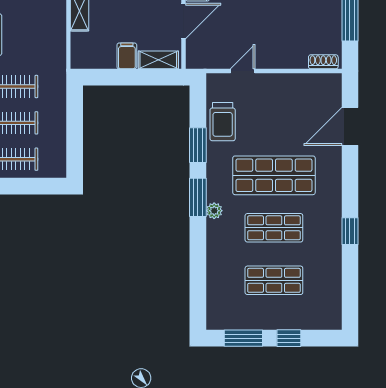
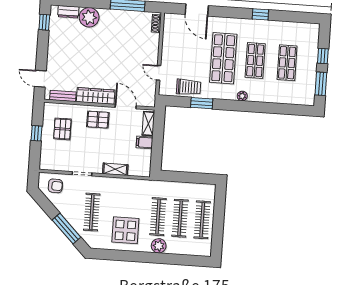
window: (198, 197) -> (233, 105), removed

